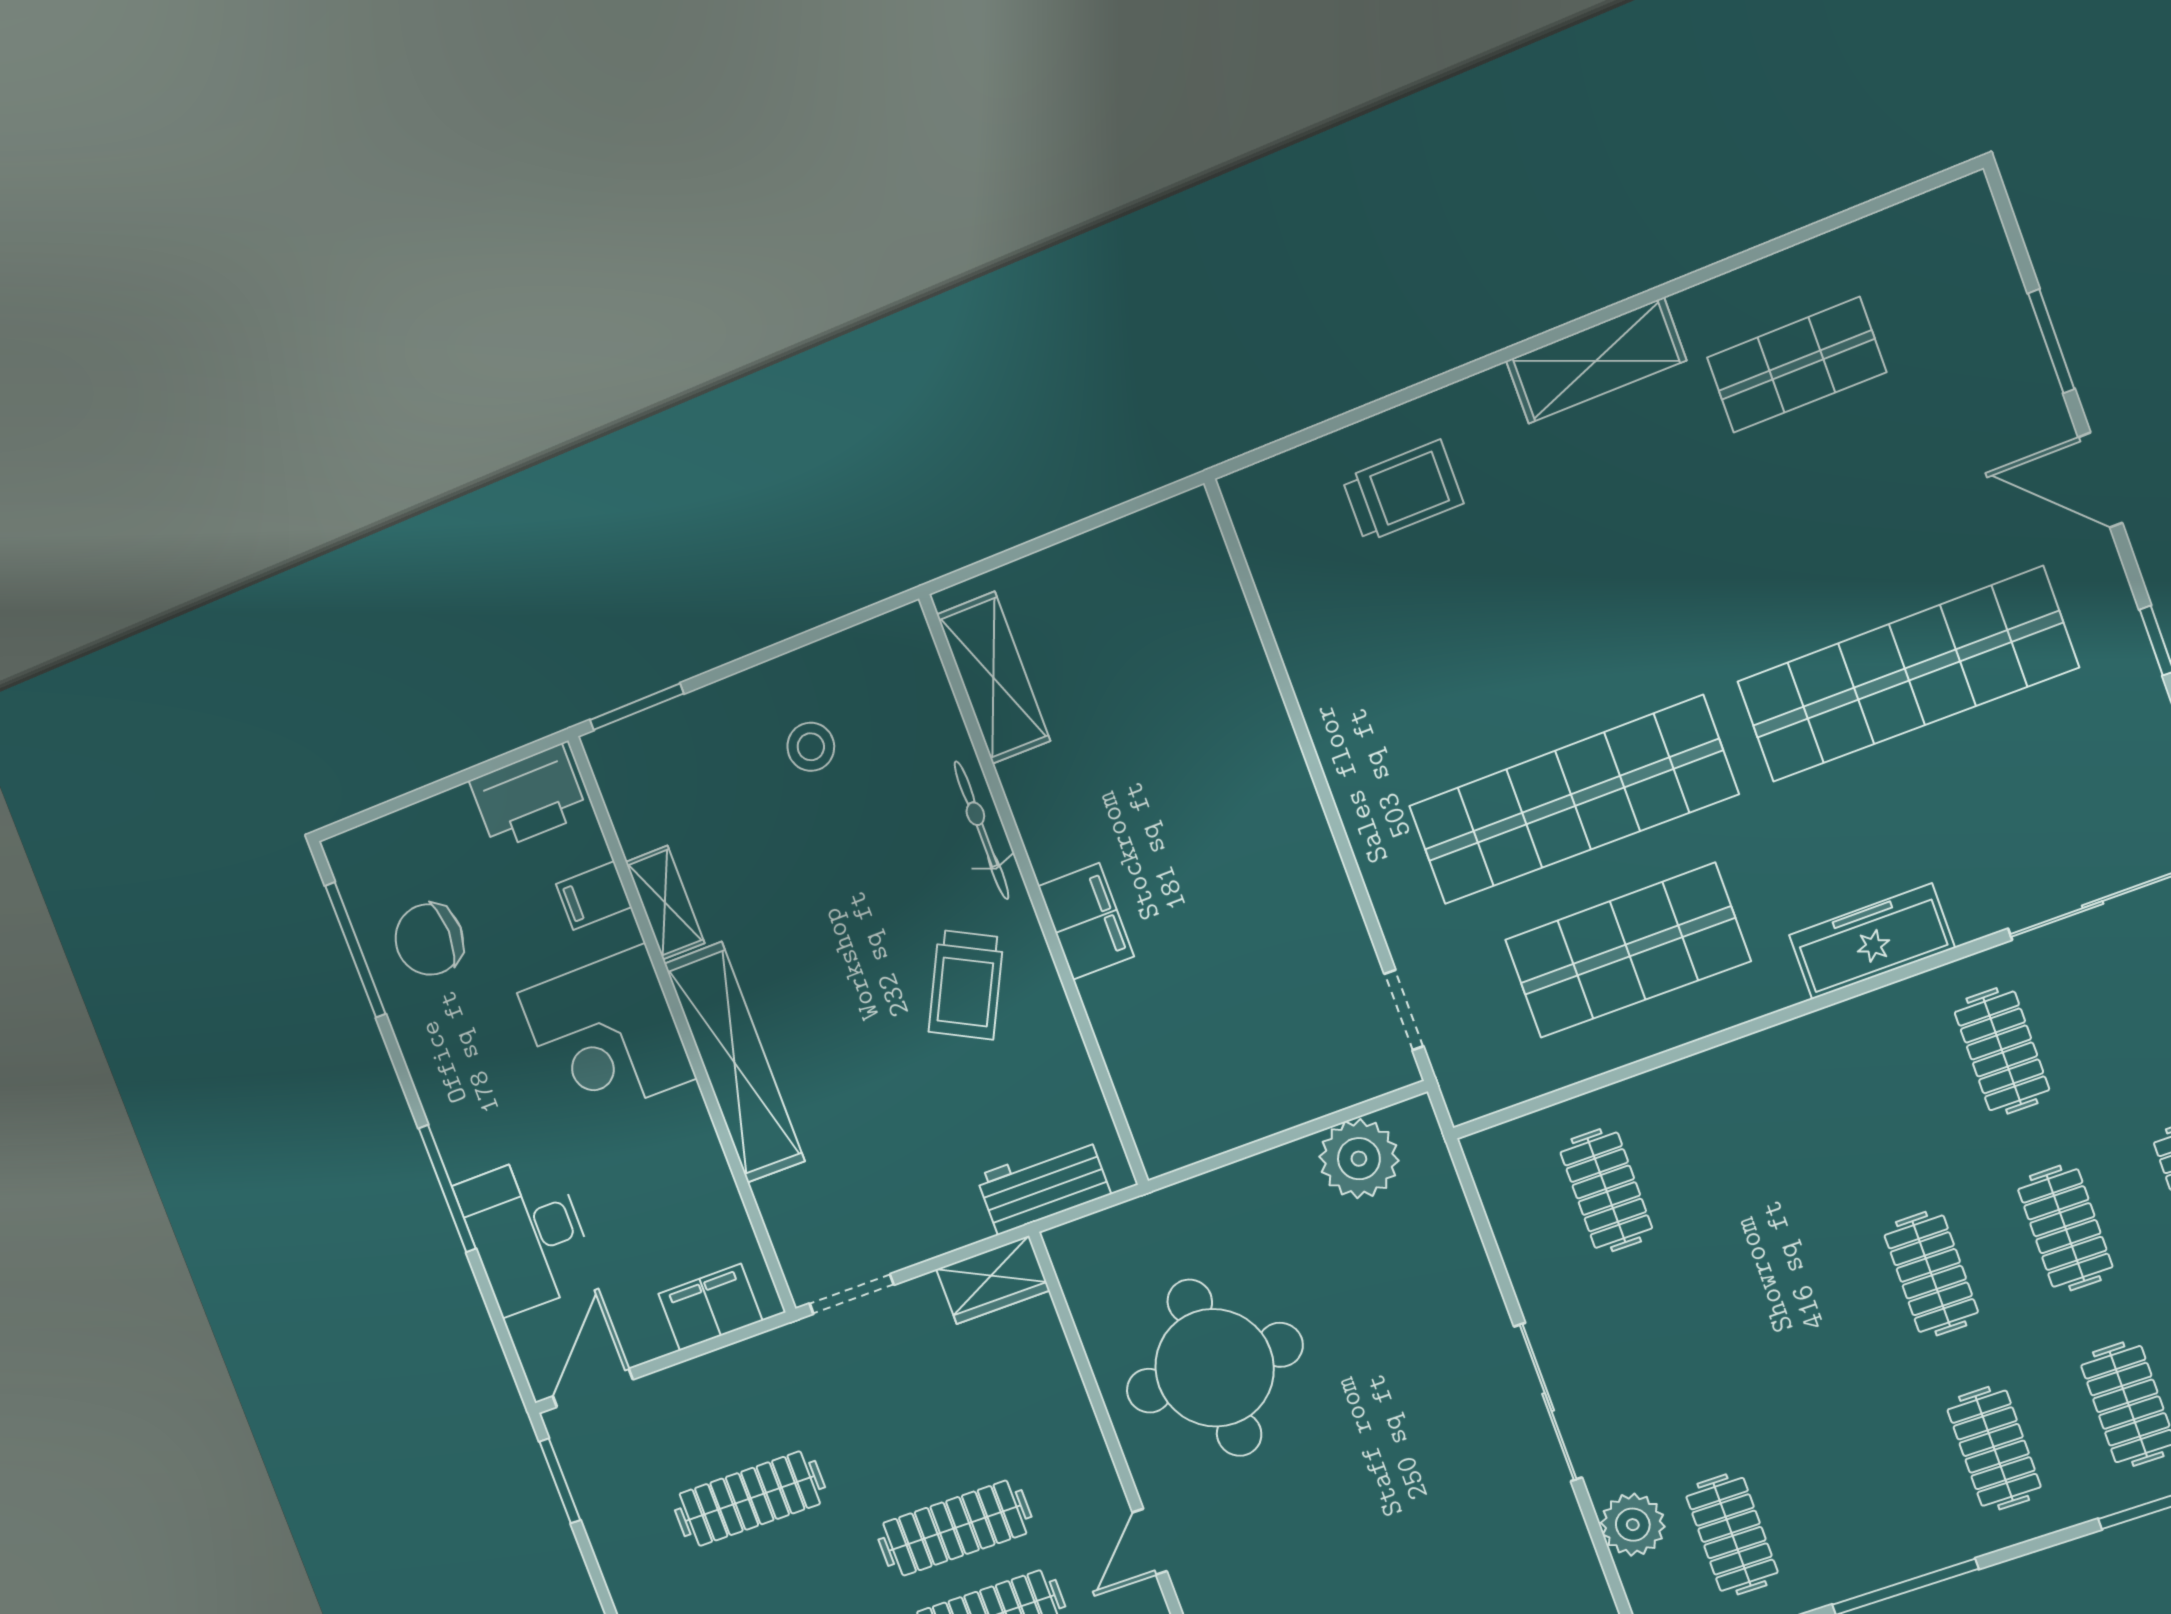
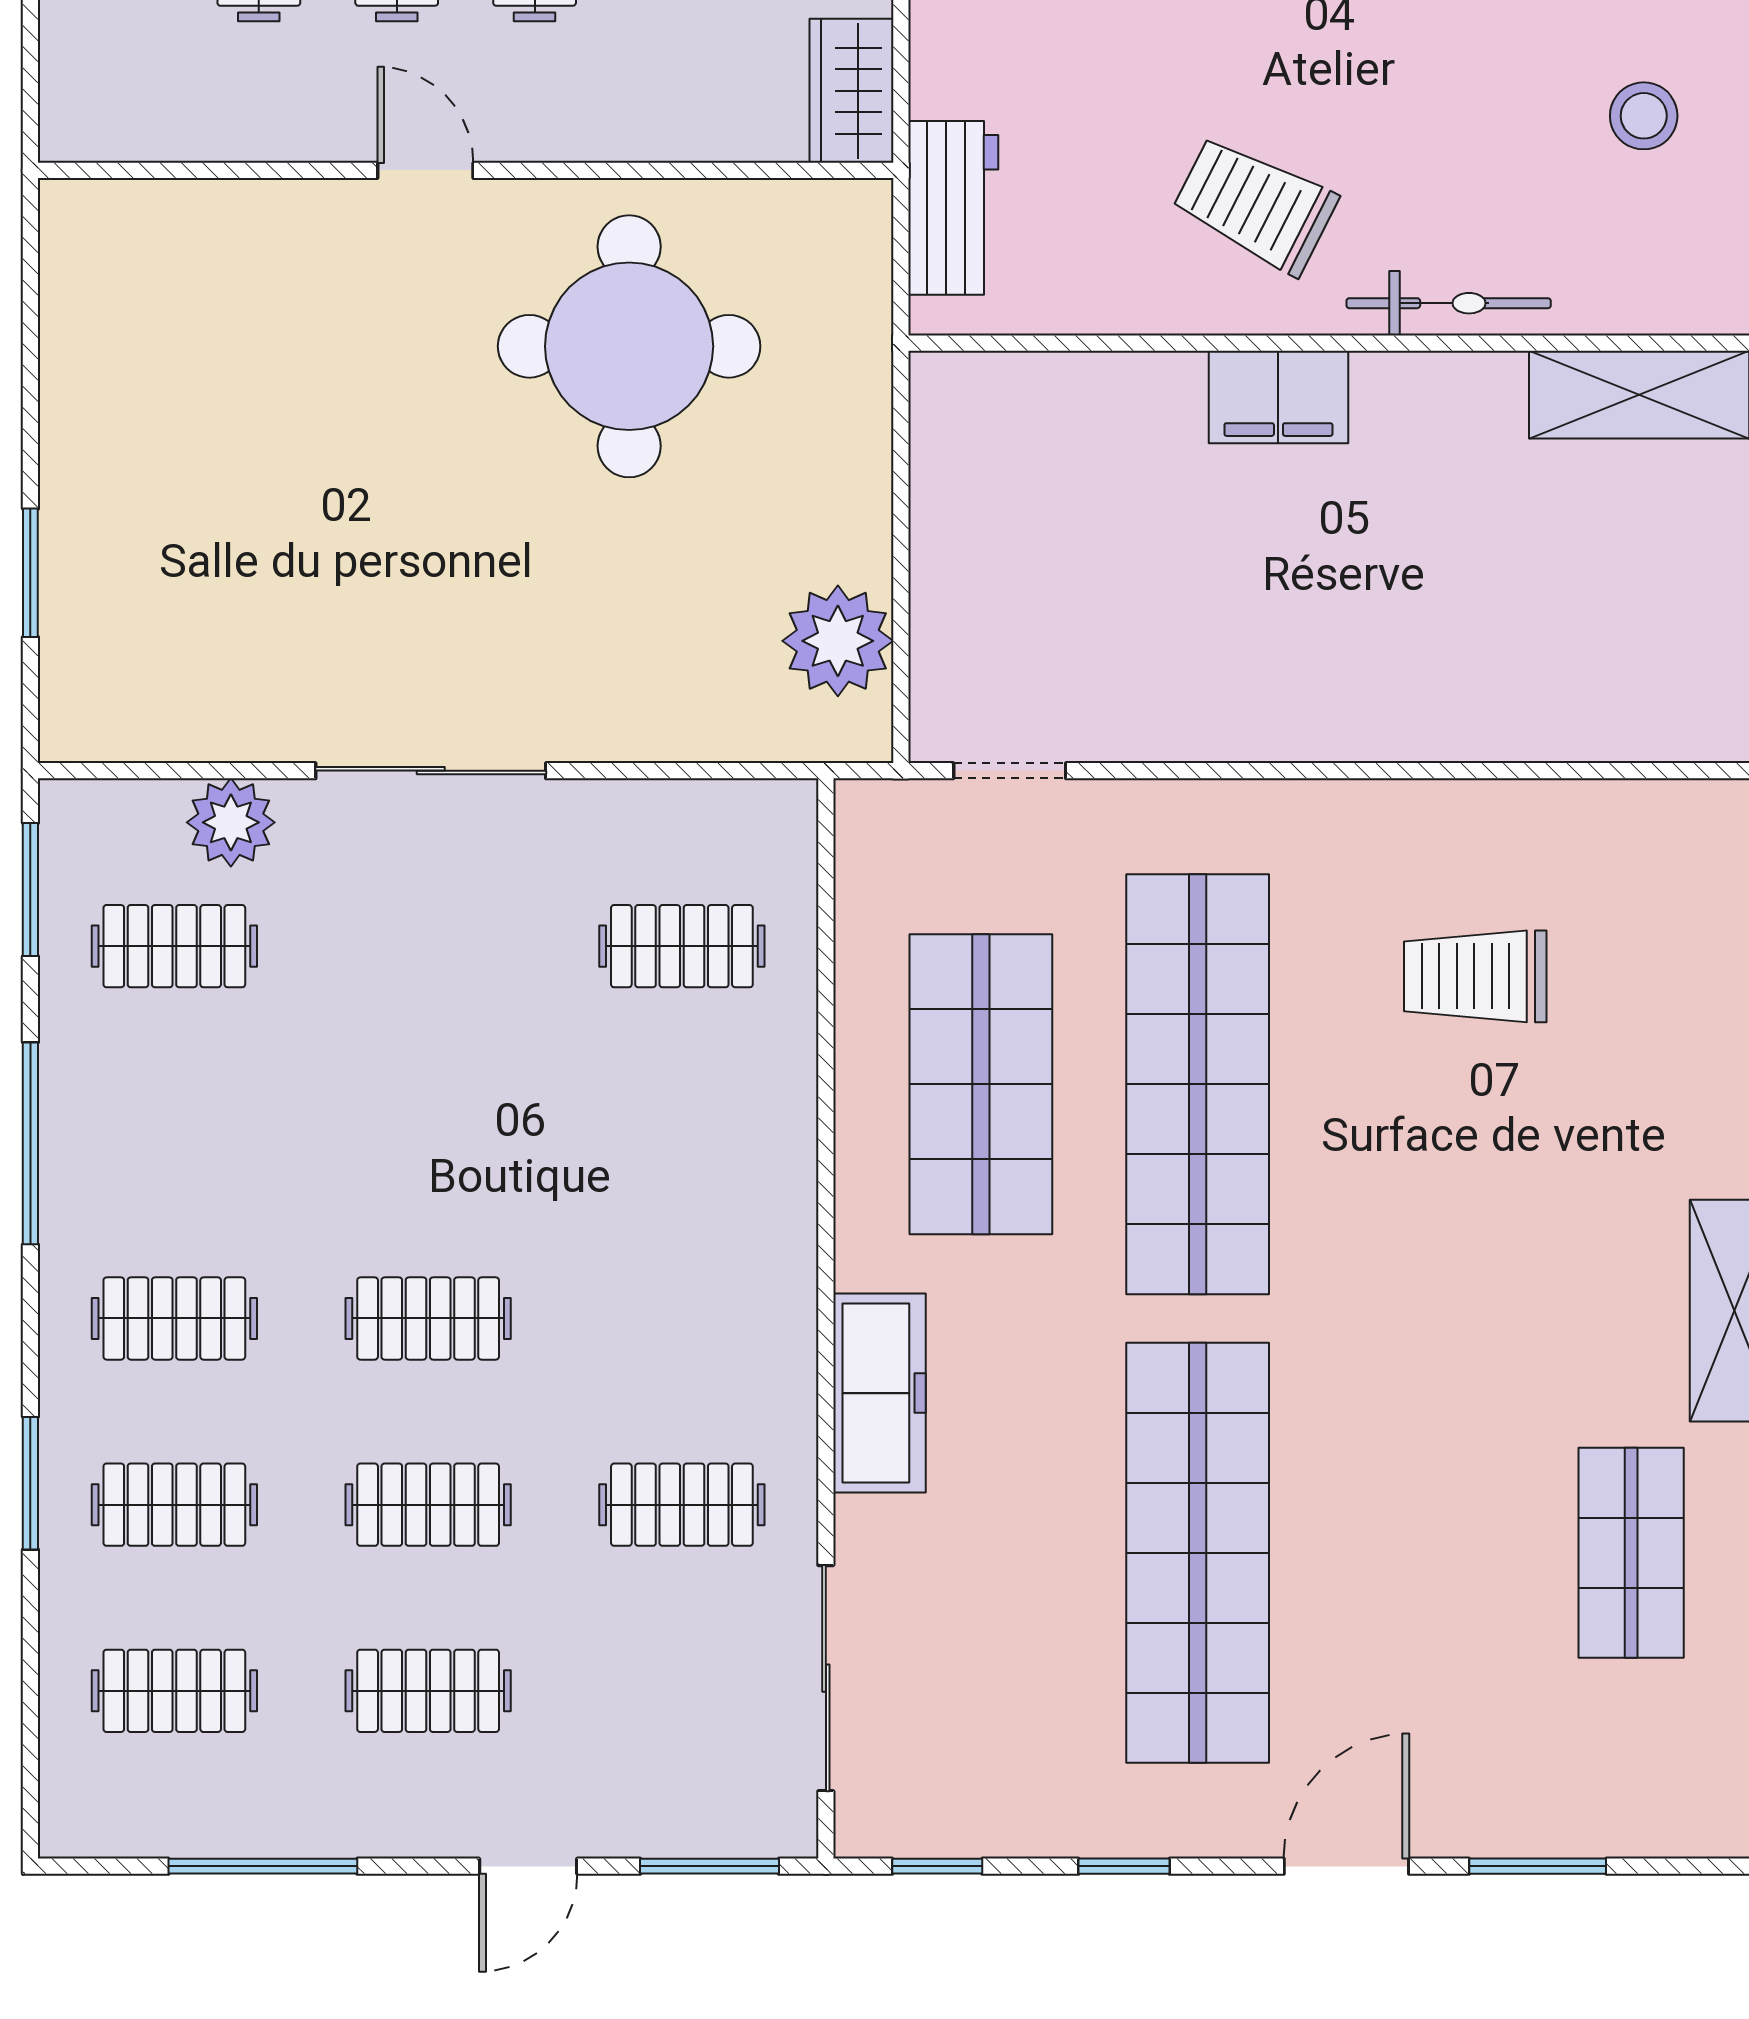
trolley: (1403, 491) -> (1475, 976), moved, turned 90

